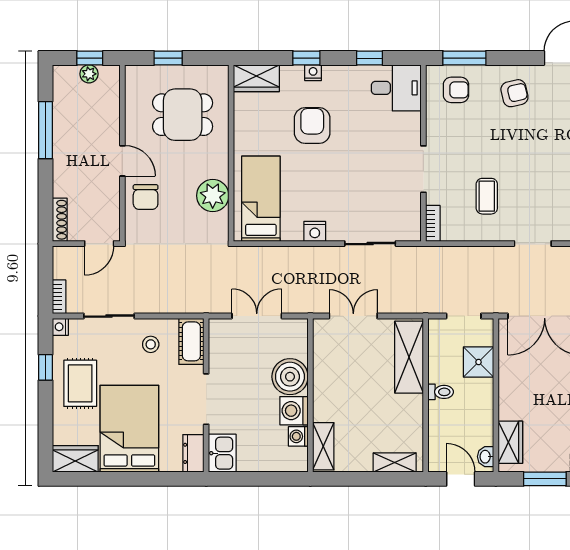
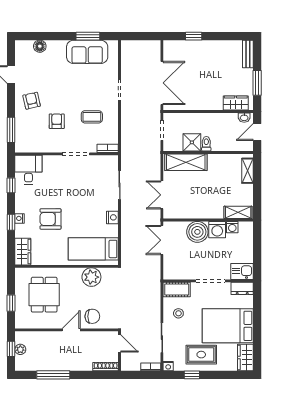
armchair: (456, 90) -> (57, 121), moved
double door: (257, 316) -> (162, 240), moved
shower: (479, 362) -> (192, 142), moved

